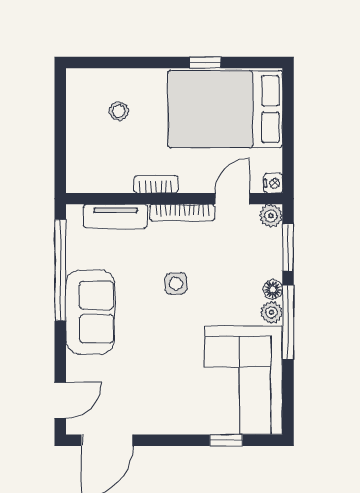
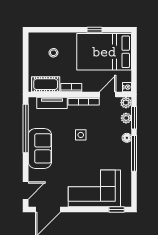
cot: (102, 177) -> (46, 84), added
plant: (271, 312) -> (126, 118), moved
corner sofa: (244, 380) -> (94, 188), moved, turned 90
window: (226, 440) -> (117, 210), moved

